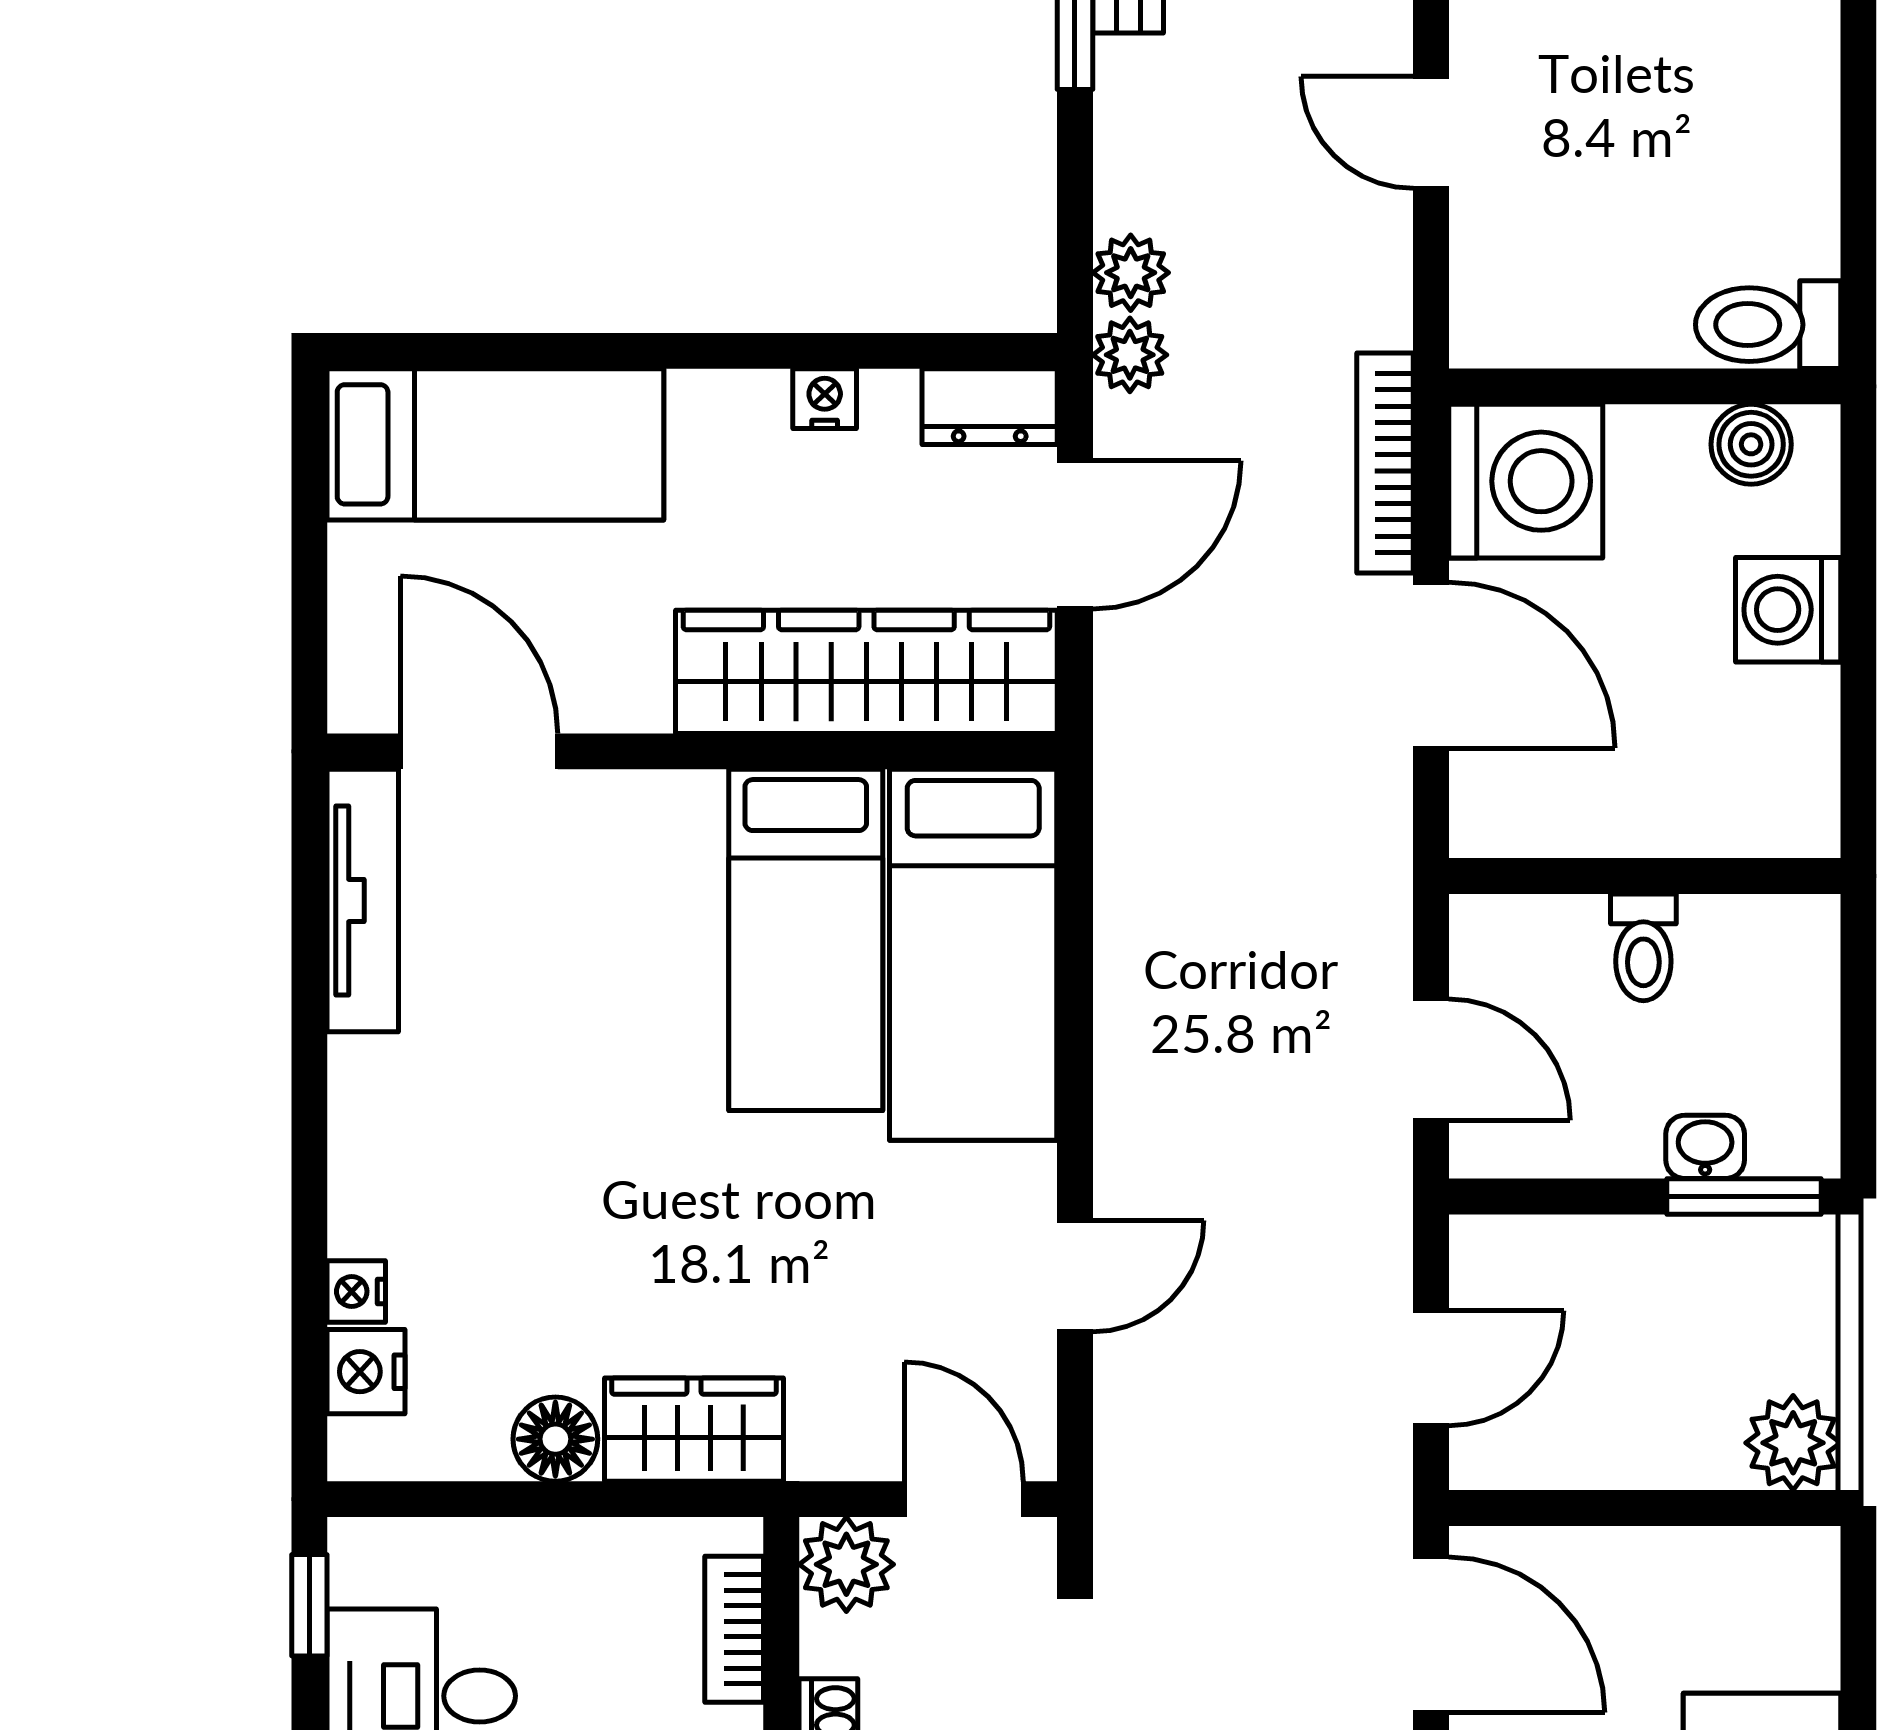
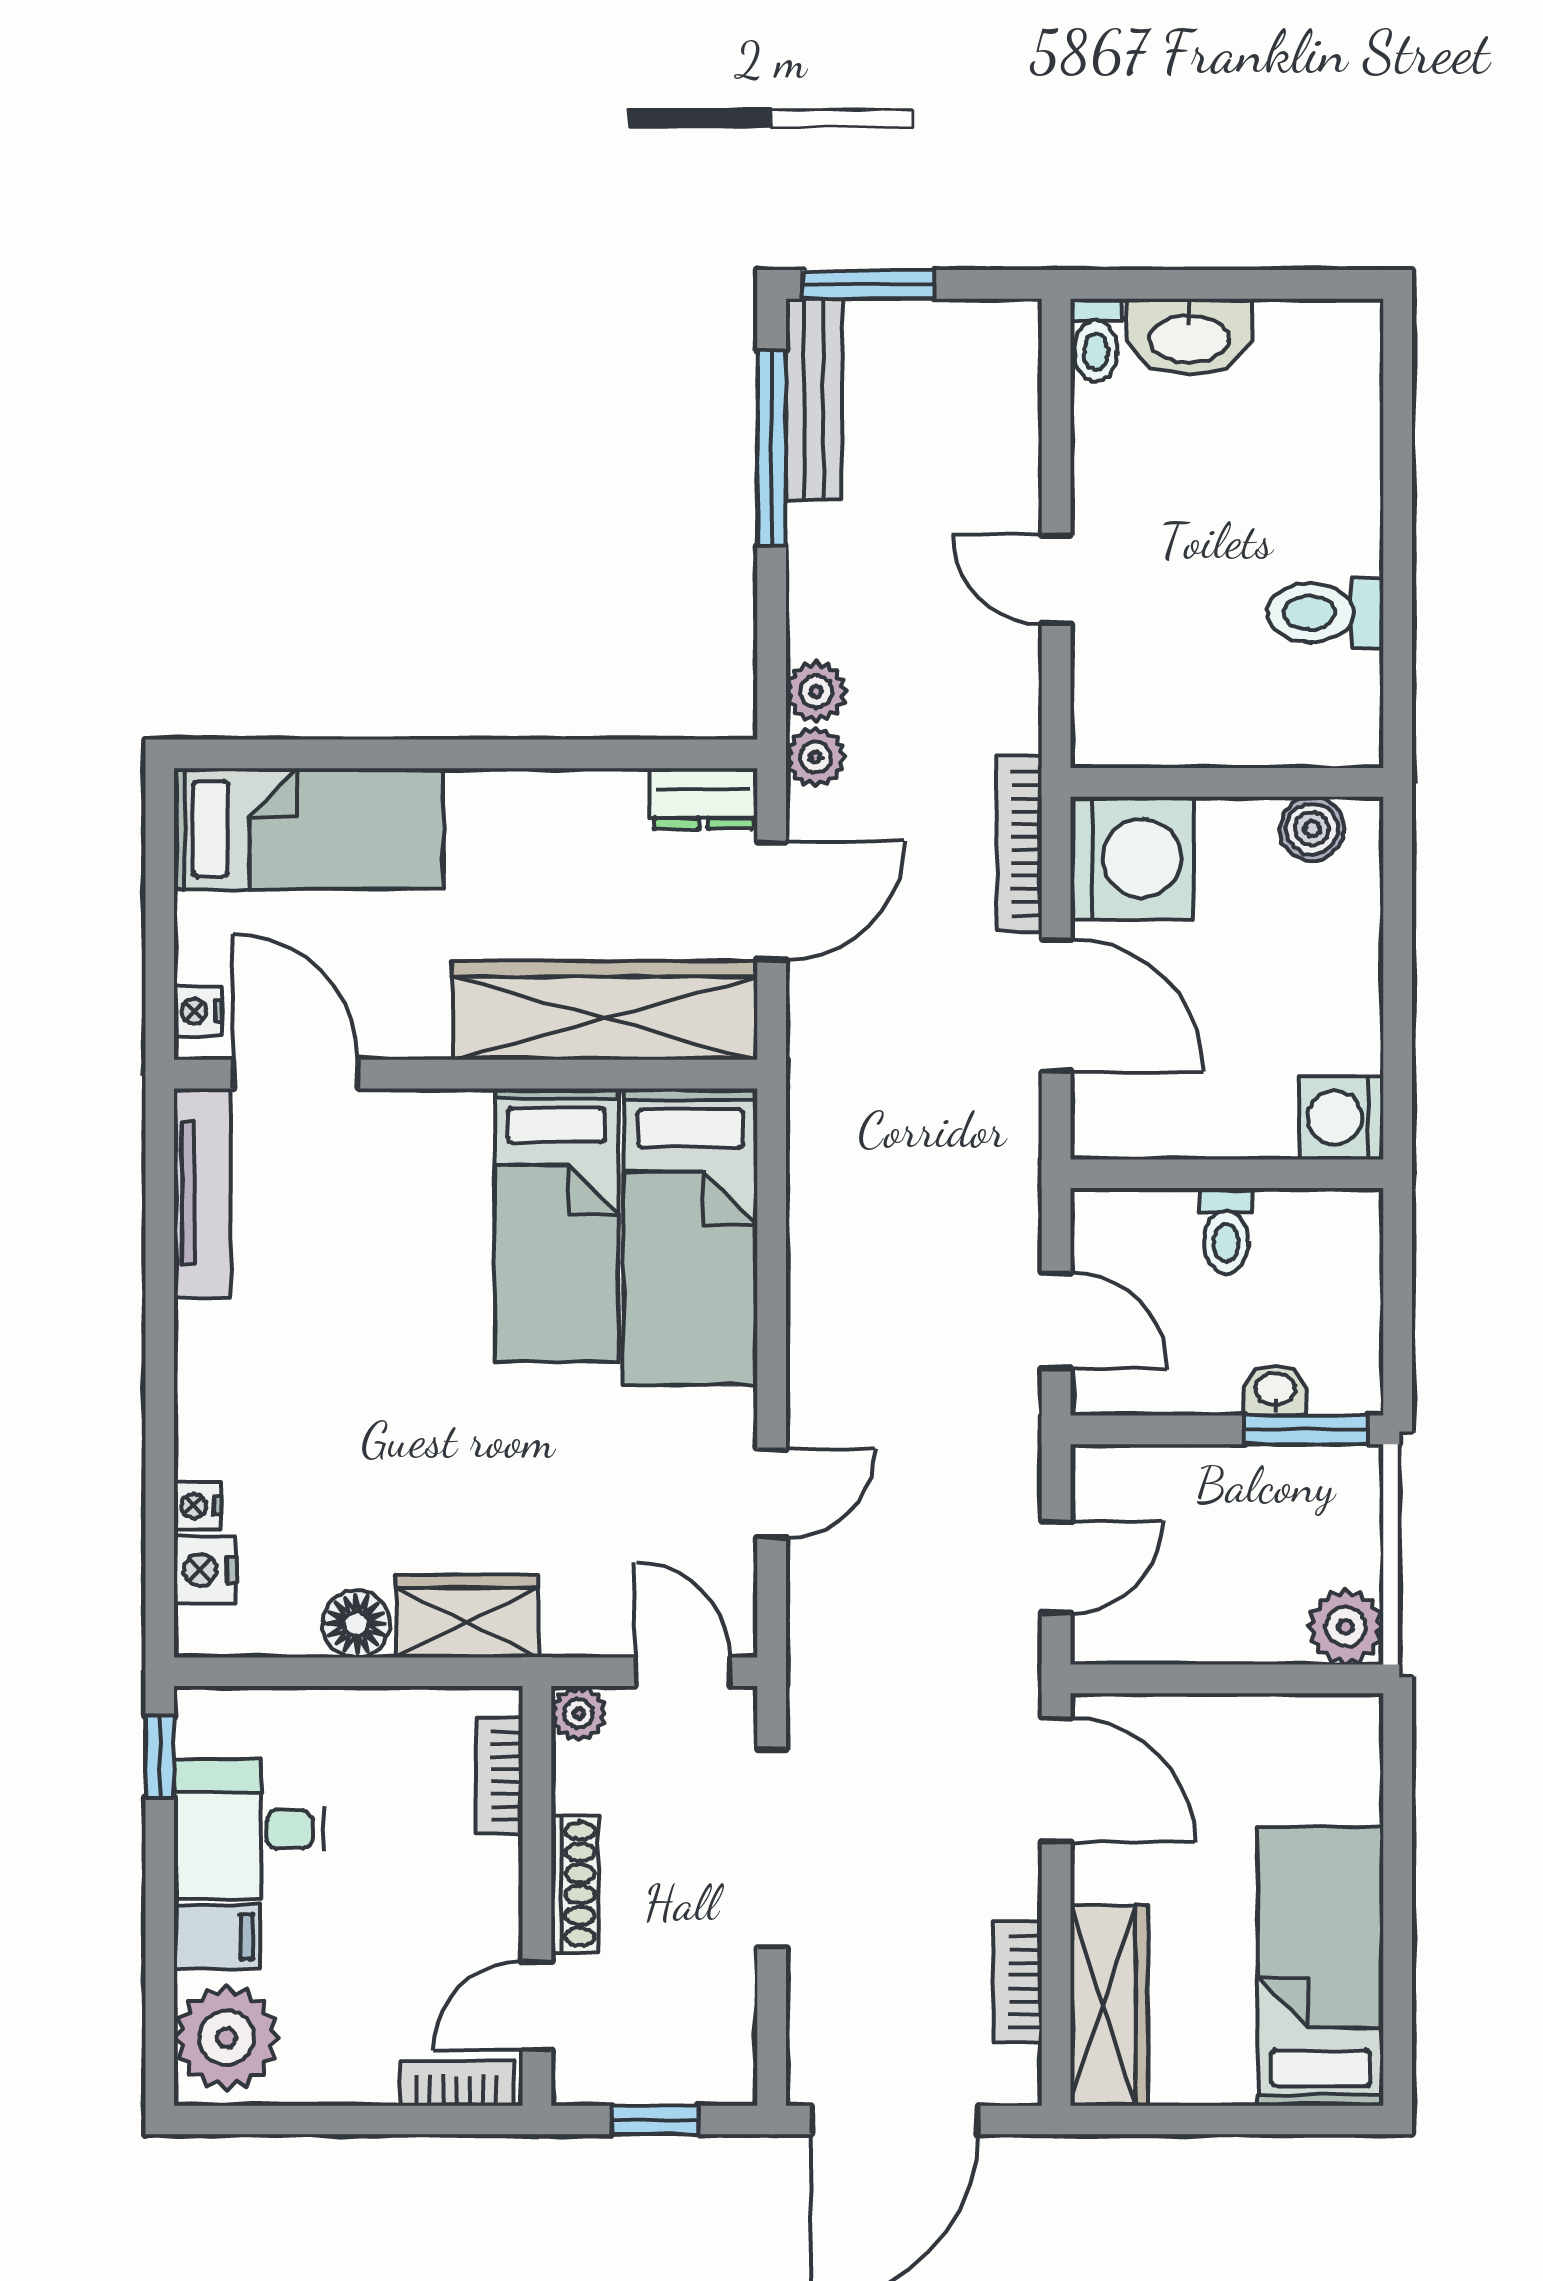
toilet: (1768, 325) -> (1326, 613), moved
nightstand: (825, 399) -> (198, 1011), moved, turned -90
washing machine: (1788, 610) -> (1342, 1118), moved
plant: (846, 1564) -> (579, 1714), width x0.73, depth x0.73

